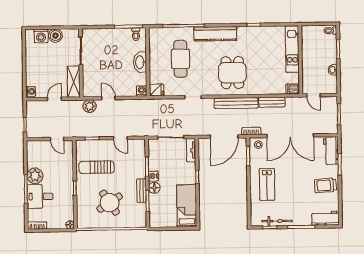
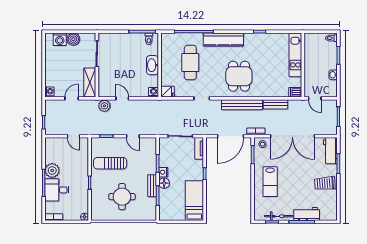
round table: (110, 203) -> (122, 197), turned 33
workbench: (325, 218) -> (307, 214), moved

